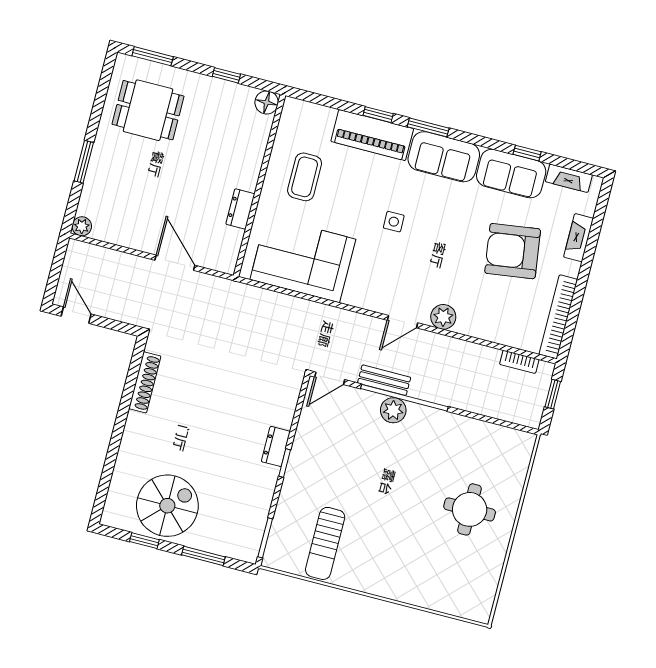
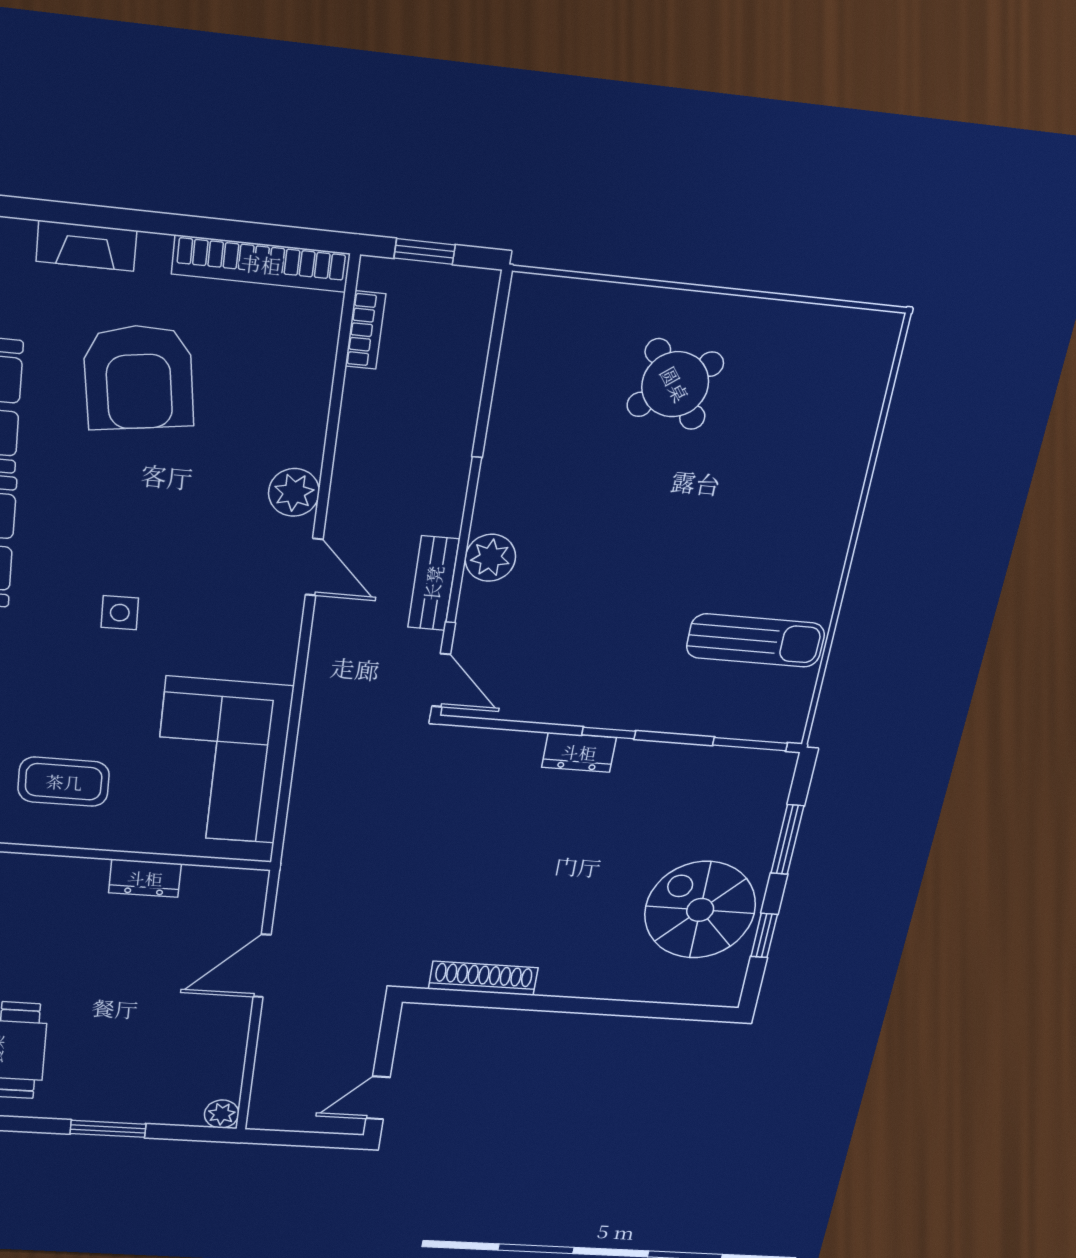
round table: (470, 509) -> (675, 384), turned -37

